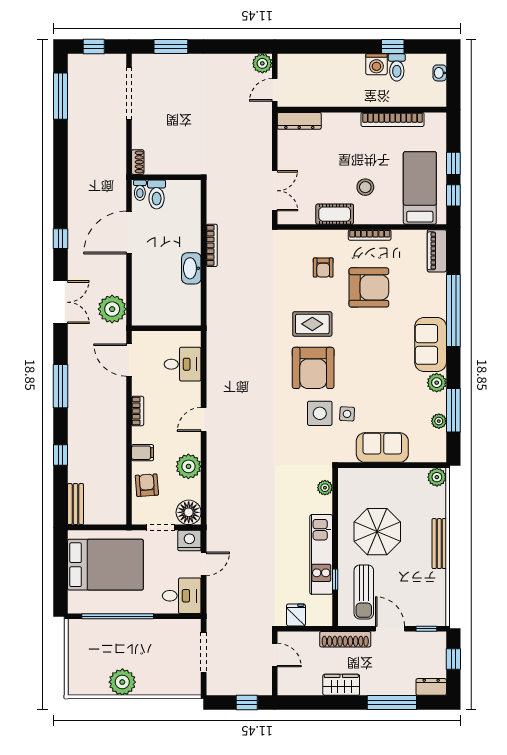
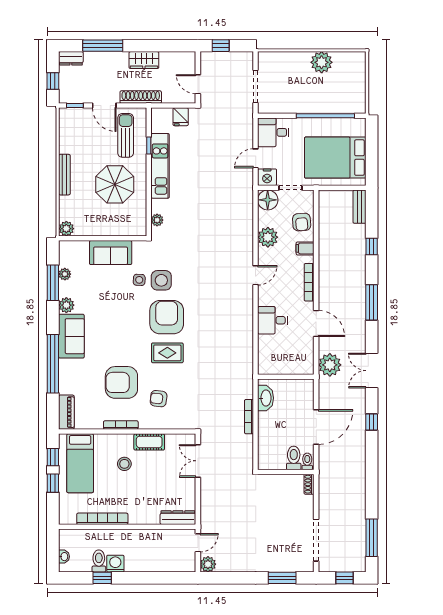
armchair: (323, 267) -> (159, 399), turned -83
wall: (166, 328) -> (286, 377), moved
bookcase: (138, 411) -> (309, 282), width x1.56

